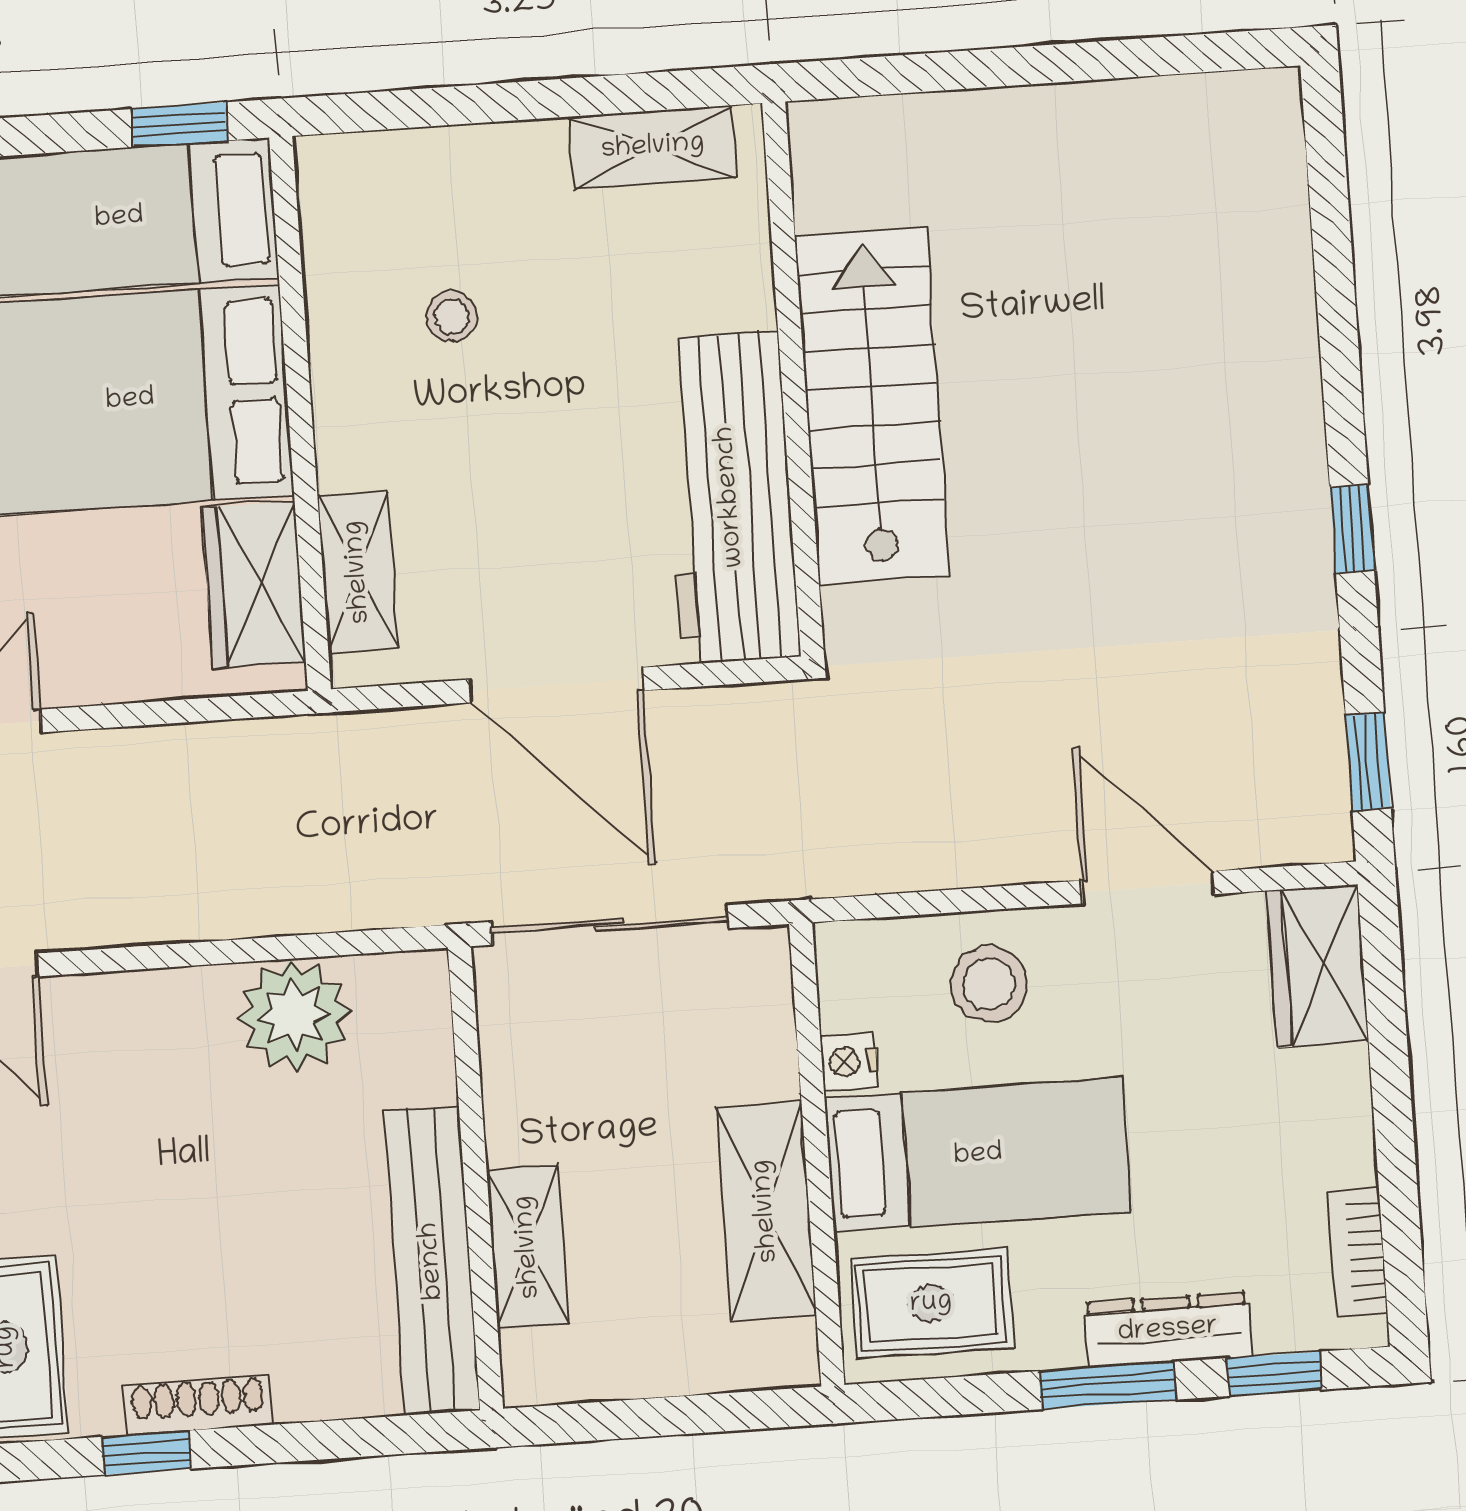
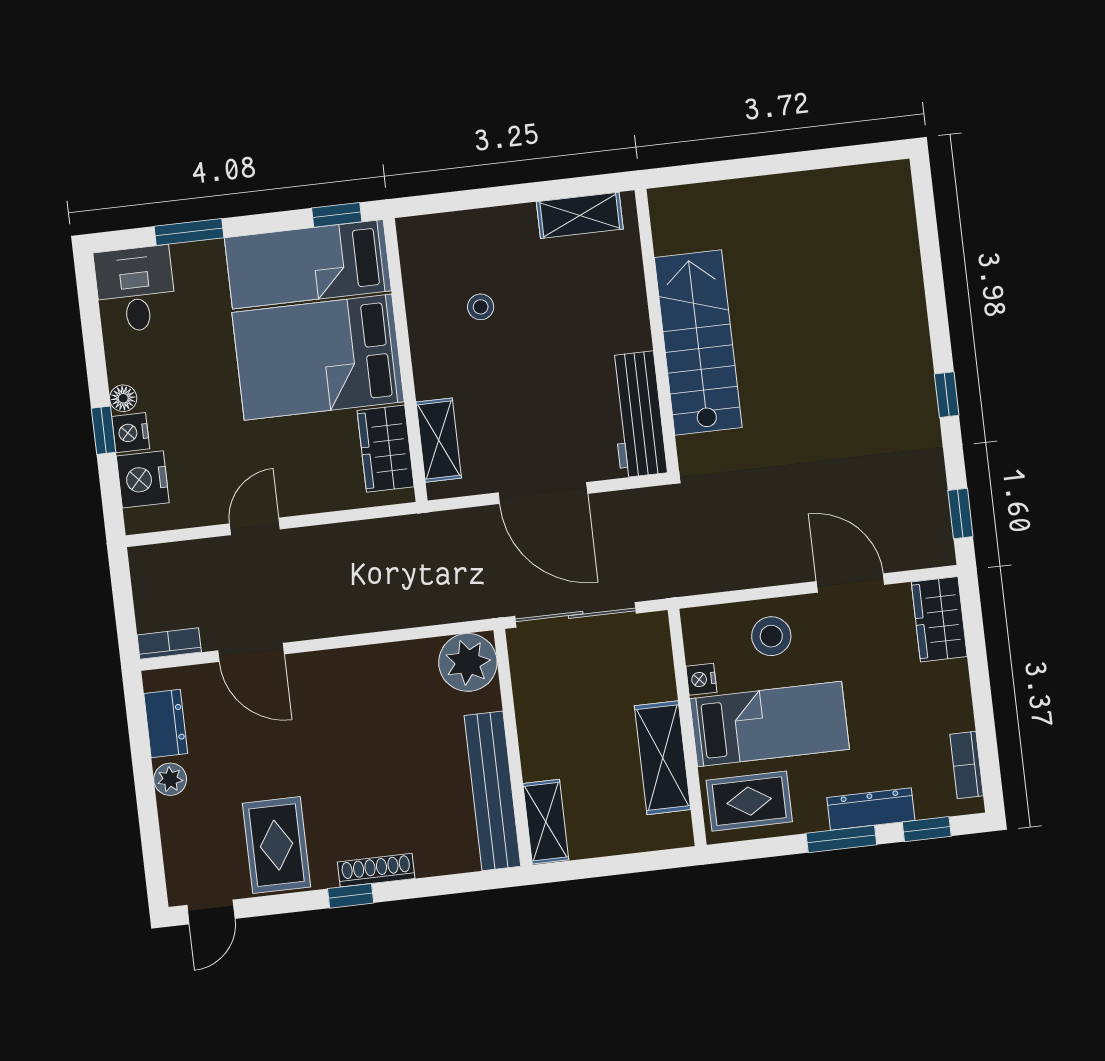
workbench: (730, 497) -> (637, 414), width x0.73, depth x0.76
plant: (294, 1015) -> (468, 662), moved
shelving: (528, 1247) -> (546, 822), moved

